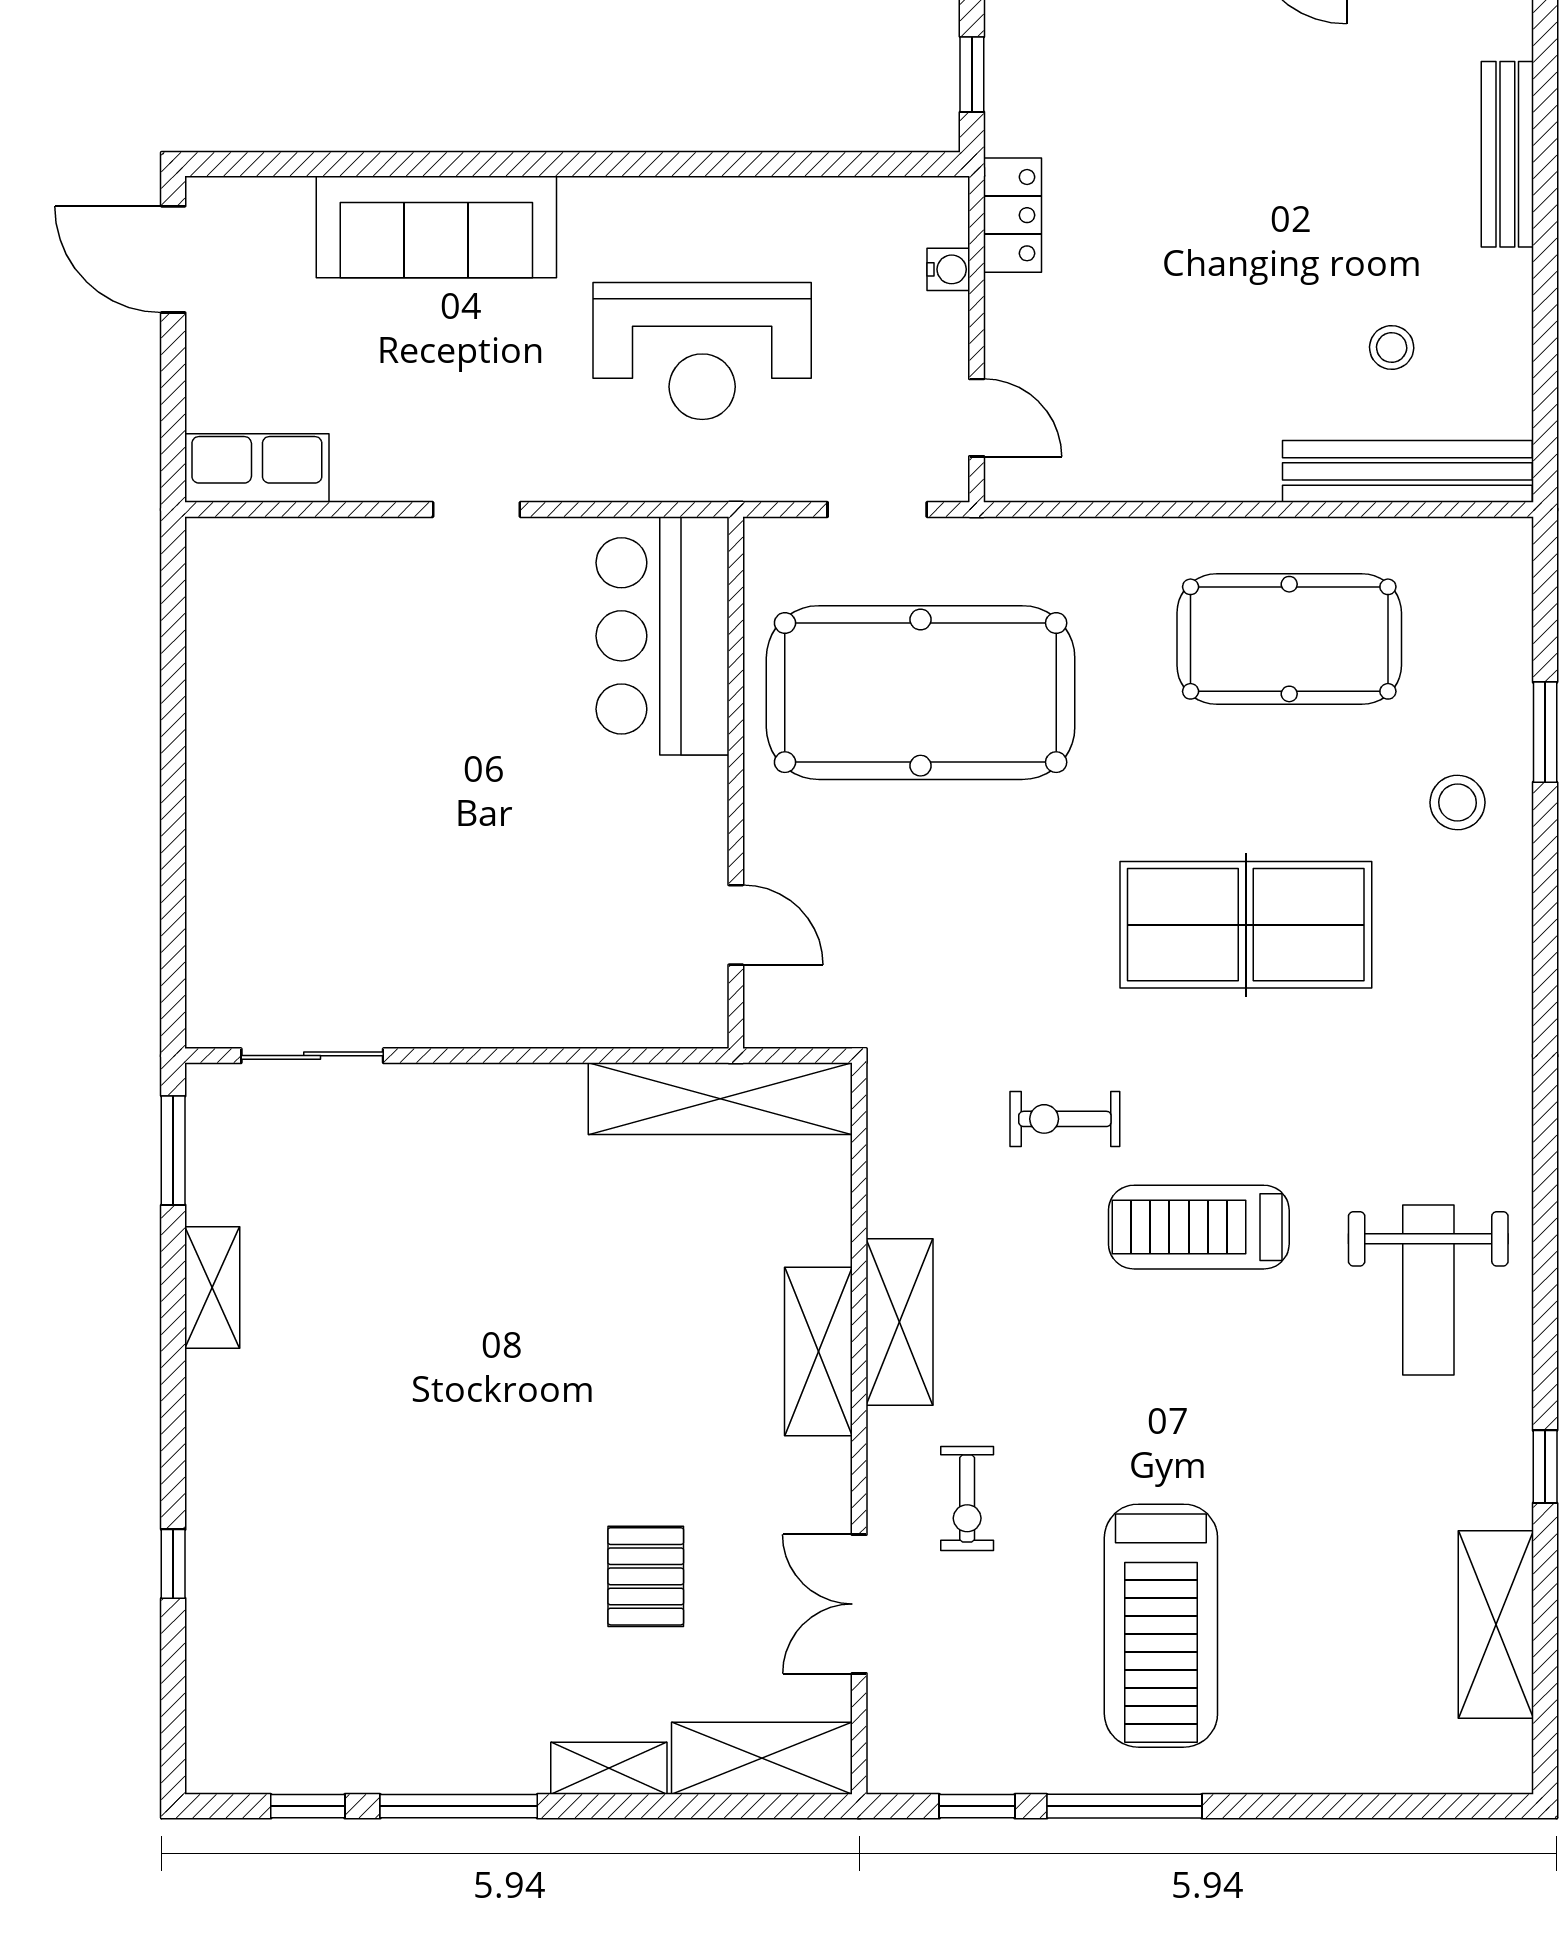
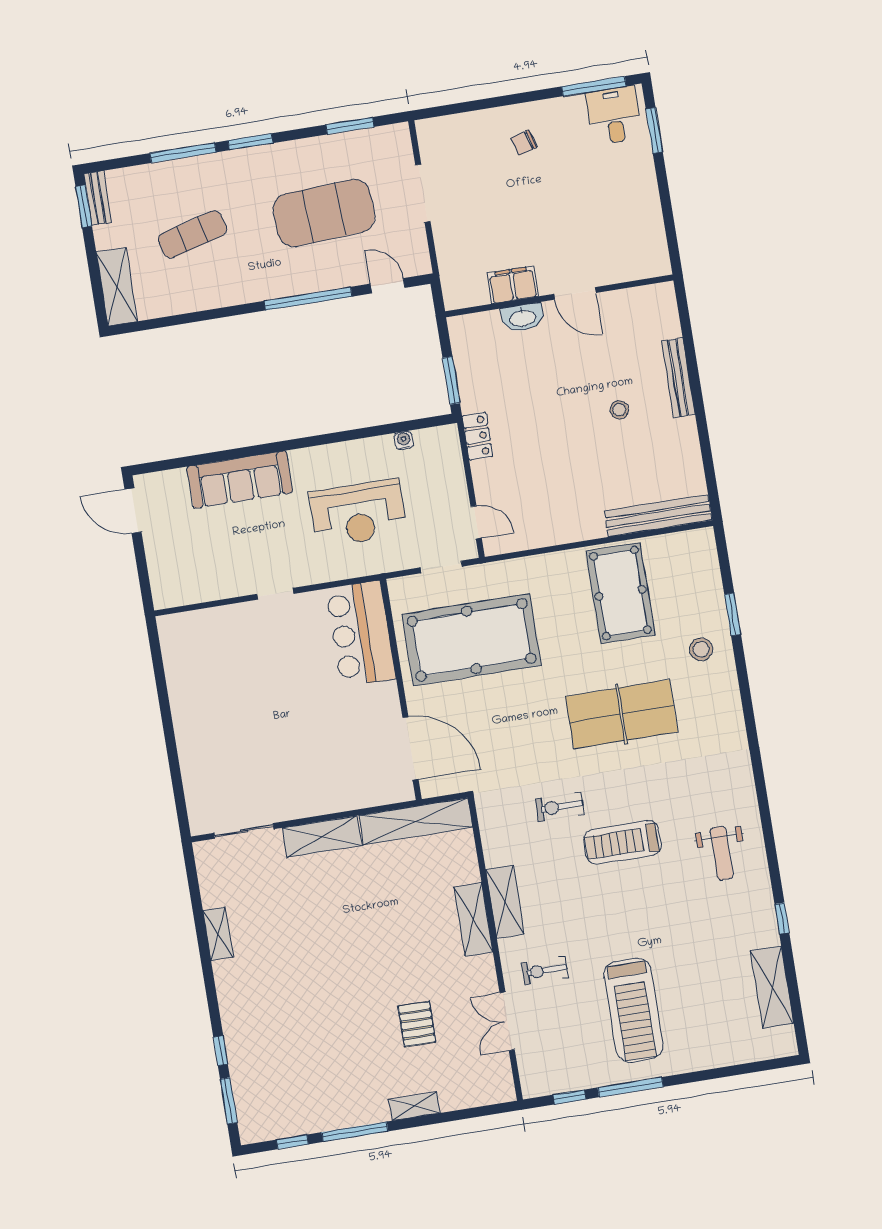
window: (972, 74) -> (451, 380), width x1.50
water cooler: (948, 269) -> (404, 440), moved, turned -90
stool: (1392, 347) -> (619, 410), moved
row of seats: (257, 468) -> (182, 591), removed
pool table: (1289, 639) -> (620, 593), turned 90
door: (736, 925) -> (411, 748), width x1.87
window: (173, 1150) -> (229, 1101), moved
weight bench: (1428, 1290) -> (722, 853), width x0.73, depth x0.75
exercise bike: (967, 1498) -> (545, 970), turned 90
shelving: (762, 1758) -> (322, 837), moved

